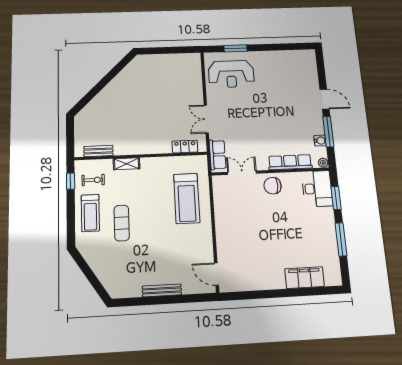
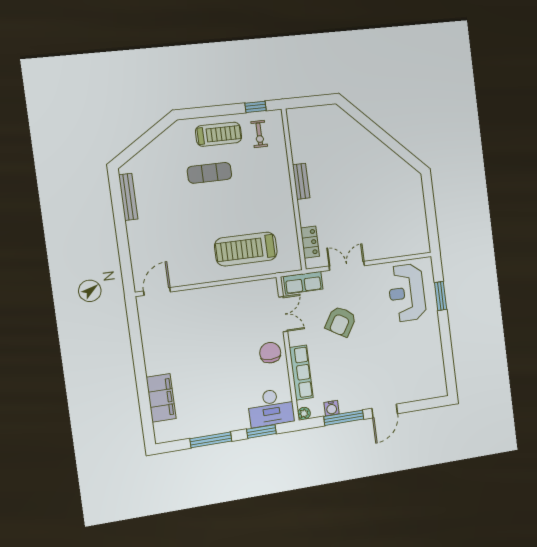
armchair: (251, 127) -> (341, 321), added
bench: (98, 151) -> (301, 181), moved
shelving: (127, 164) -> (283, 173), removed
treadmill: (90, 213) -> (219, 134), turned 180
bench: (162, 290) -> (128, 197), moved

